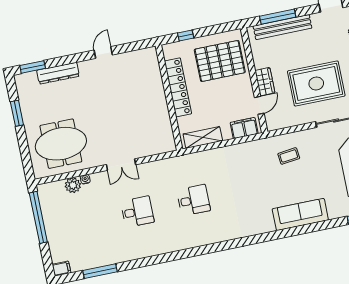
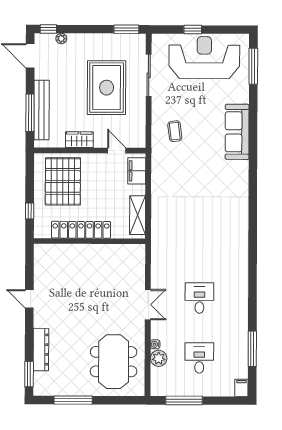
wardrobe: (265, 82) -> (79, 140), moved
window: (17, 113) -> (73, 400), width x1.44
desk: (193, 200) -> (199, 358), moved
window: (38, 217) -> (184, 400), width x0.68

